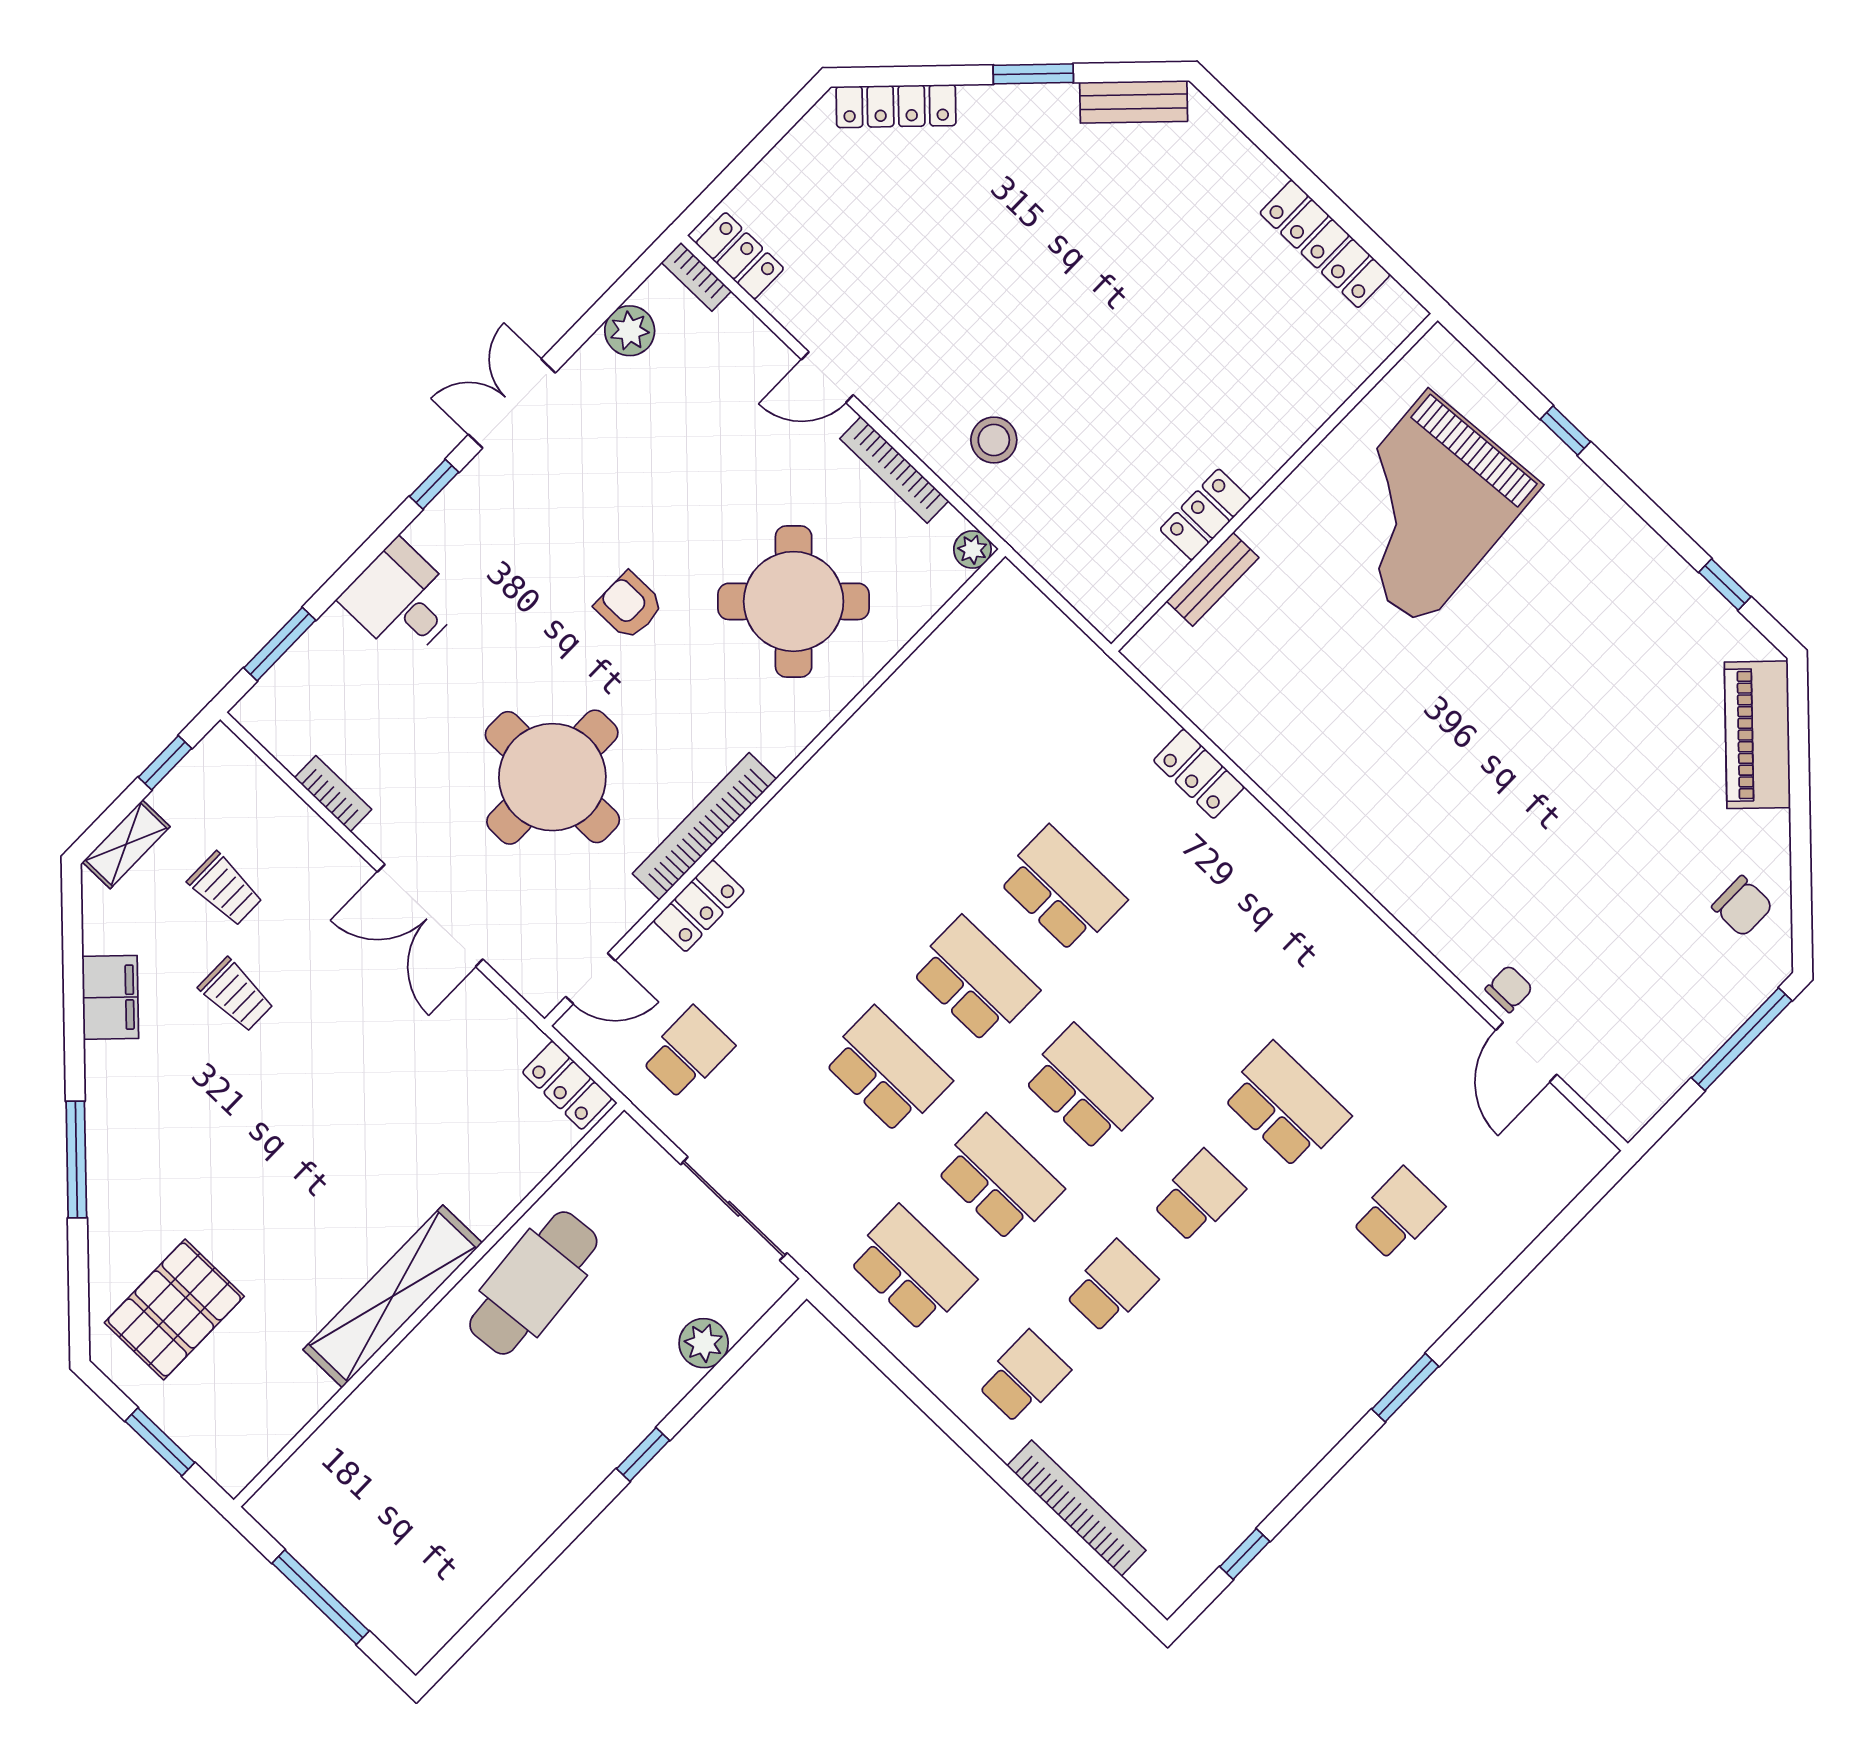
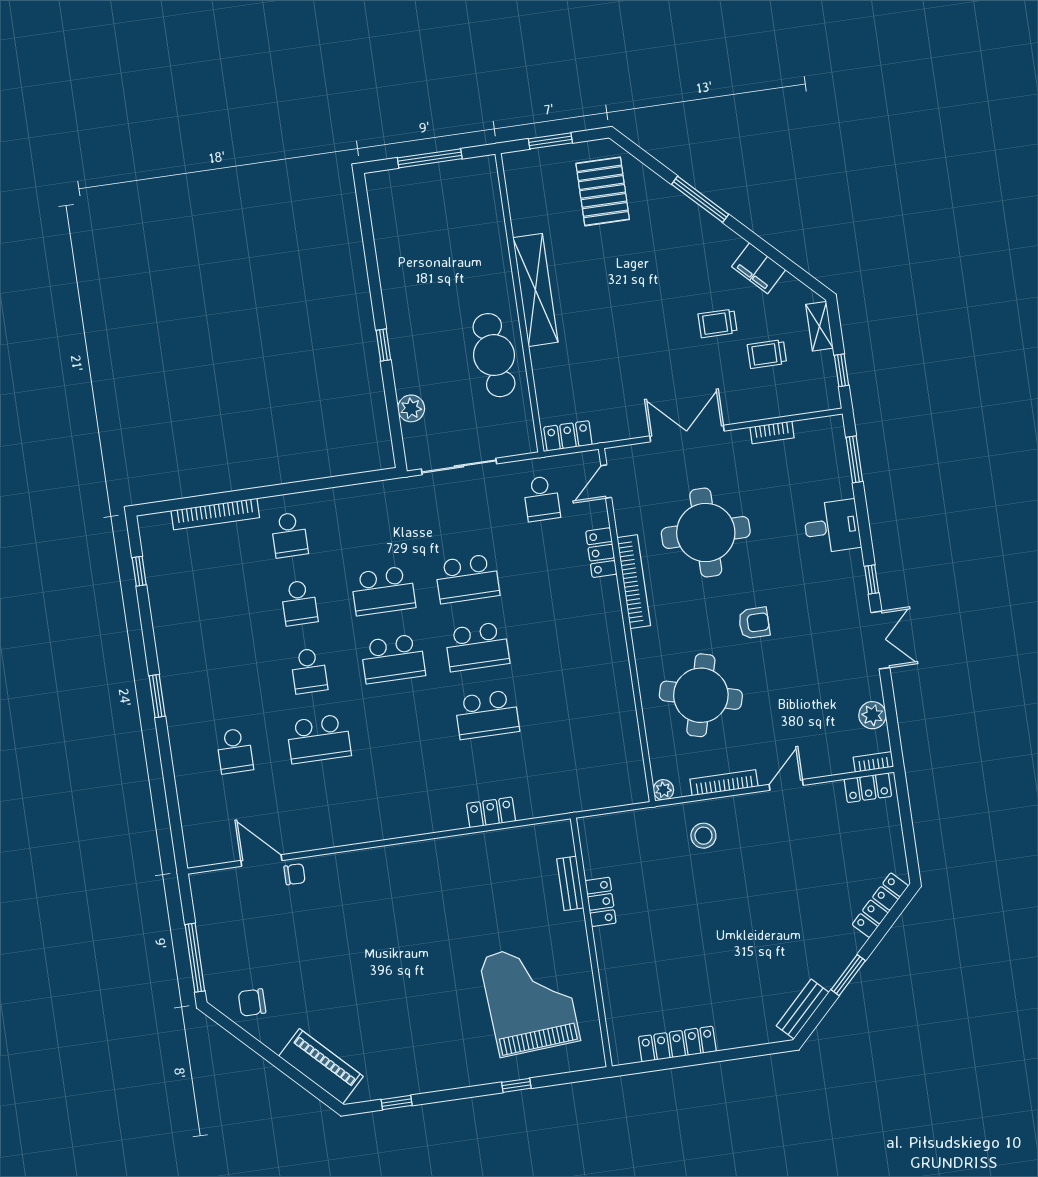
round table: (794, 601) -> (701, 695), turned -31
chair: (1509, 989) -> (295, 874), turned -90
school desk: (912, 1269) -> (373, 523), removed

